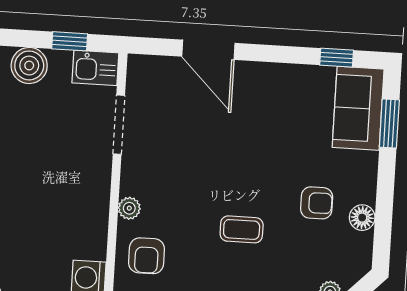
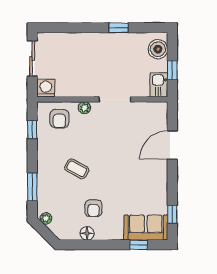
window: (389, 123) -> (139, 245), width x0.67
doorway: (119, 125) -> (115, 99), moved
coffee table: (242, 229) -> (77, 169), turned -61
armchair: (147, 256) -> (59, 119), turned -90

